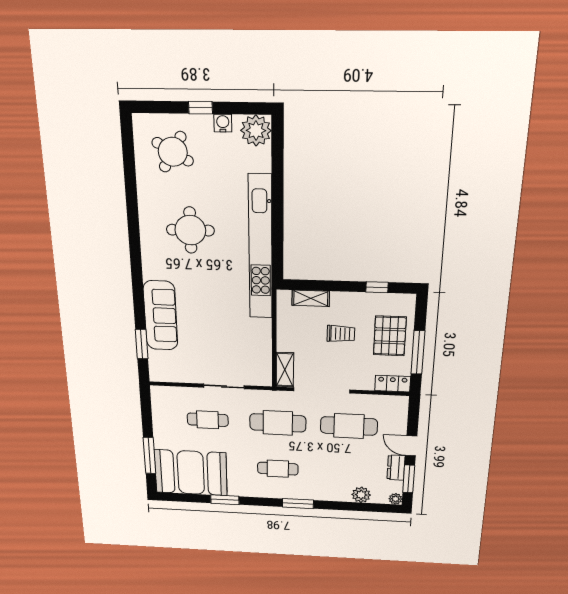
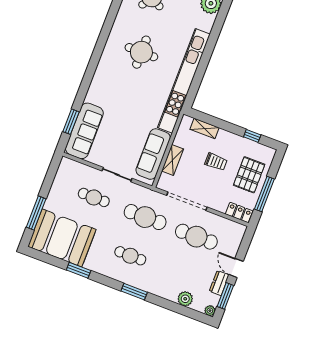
sofa: (160, 316) -> (84, 131), moved
sofa: (258, 350) -> (153, 154), added
shelving: (285, 370) -> (173, 160), moved

